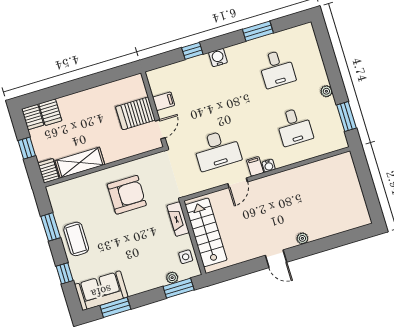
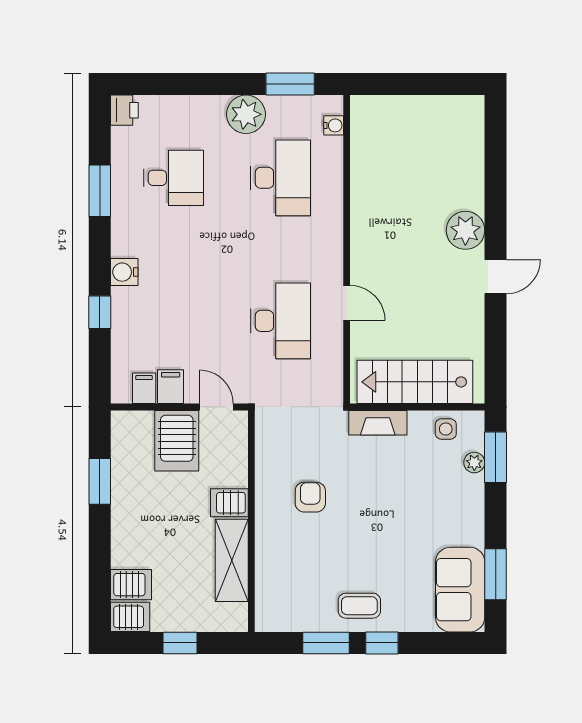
printer: (305, 31) -> (124, 110), added
window: (101, 79) -> (100, 481), added
plant: (326, 91) -> (246, 114), width x1.88, depth x1.88
desk: (294, 127) -> (281, 178), width x1.37
filing cabinet: (255, 166) -> (144, 388), moved, turned 90
water cooler: (269, 166) -> (334, 125), moved
server rack: (48, 171) -> (229, 503), moved
armchair: (127, 195) -> (310, 497), width x0.53, depth x0.53
plant: (302, 238) -> (465, 230), width x1.88, depth x1.88
coffee table: (76, 239) -> (359, 606), width x0.73, depth x0.77
window: (65, 273) -> (382, 643), moved

